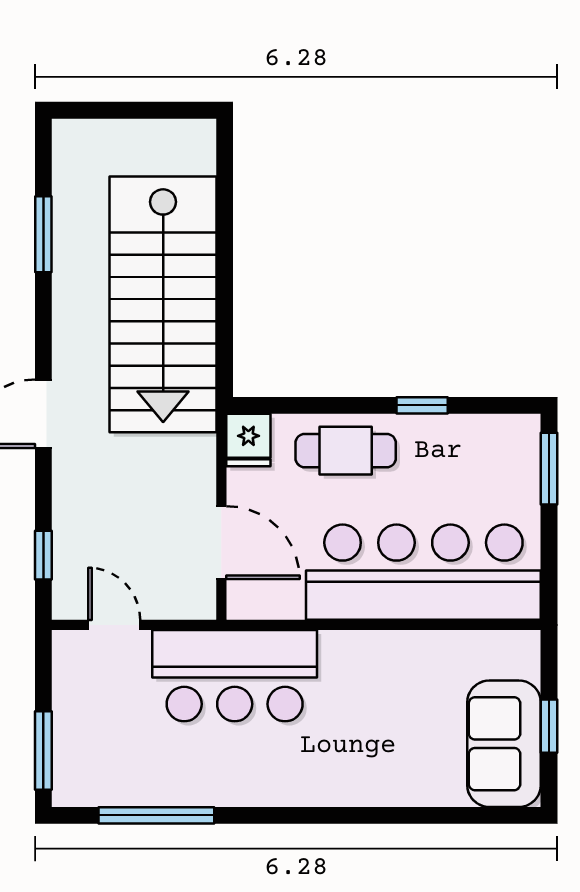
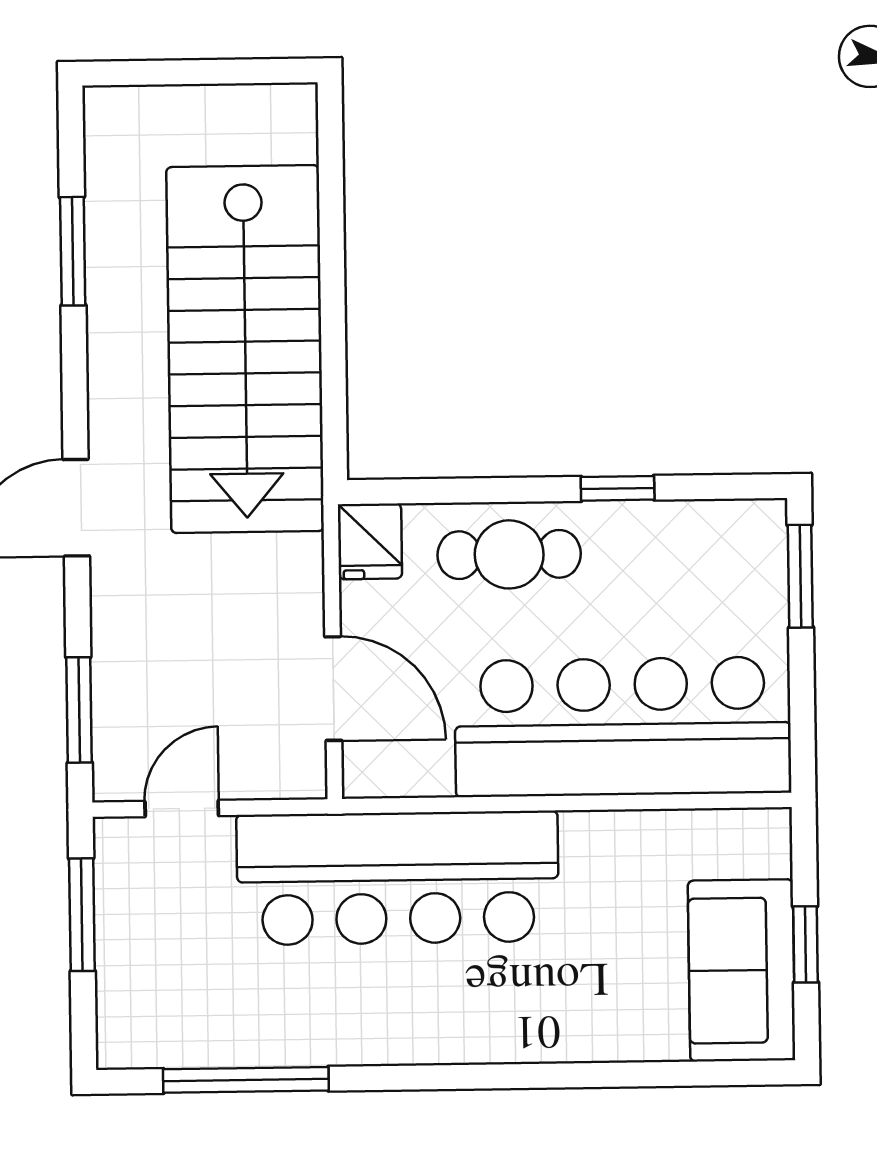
window: (43, 555) -> (79, 710), width x1.50
door: (114, 625) -> (182, 808), hinge flipped
bar counter: (235, 676) -> (398, 878), width x1.36
window: (43, 750) -> (82, 915), moved

